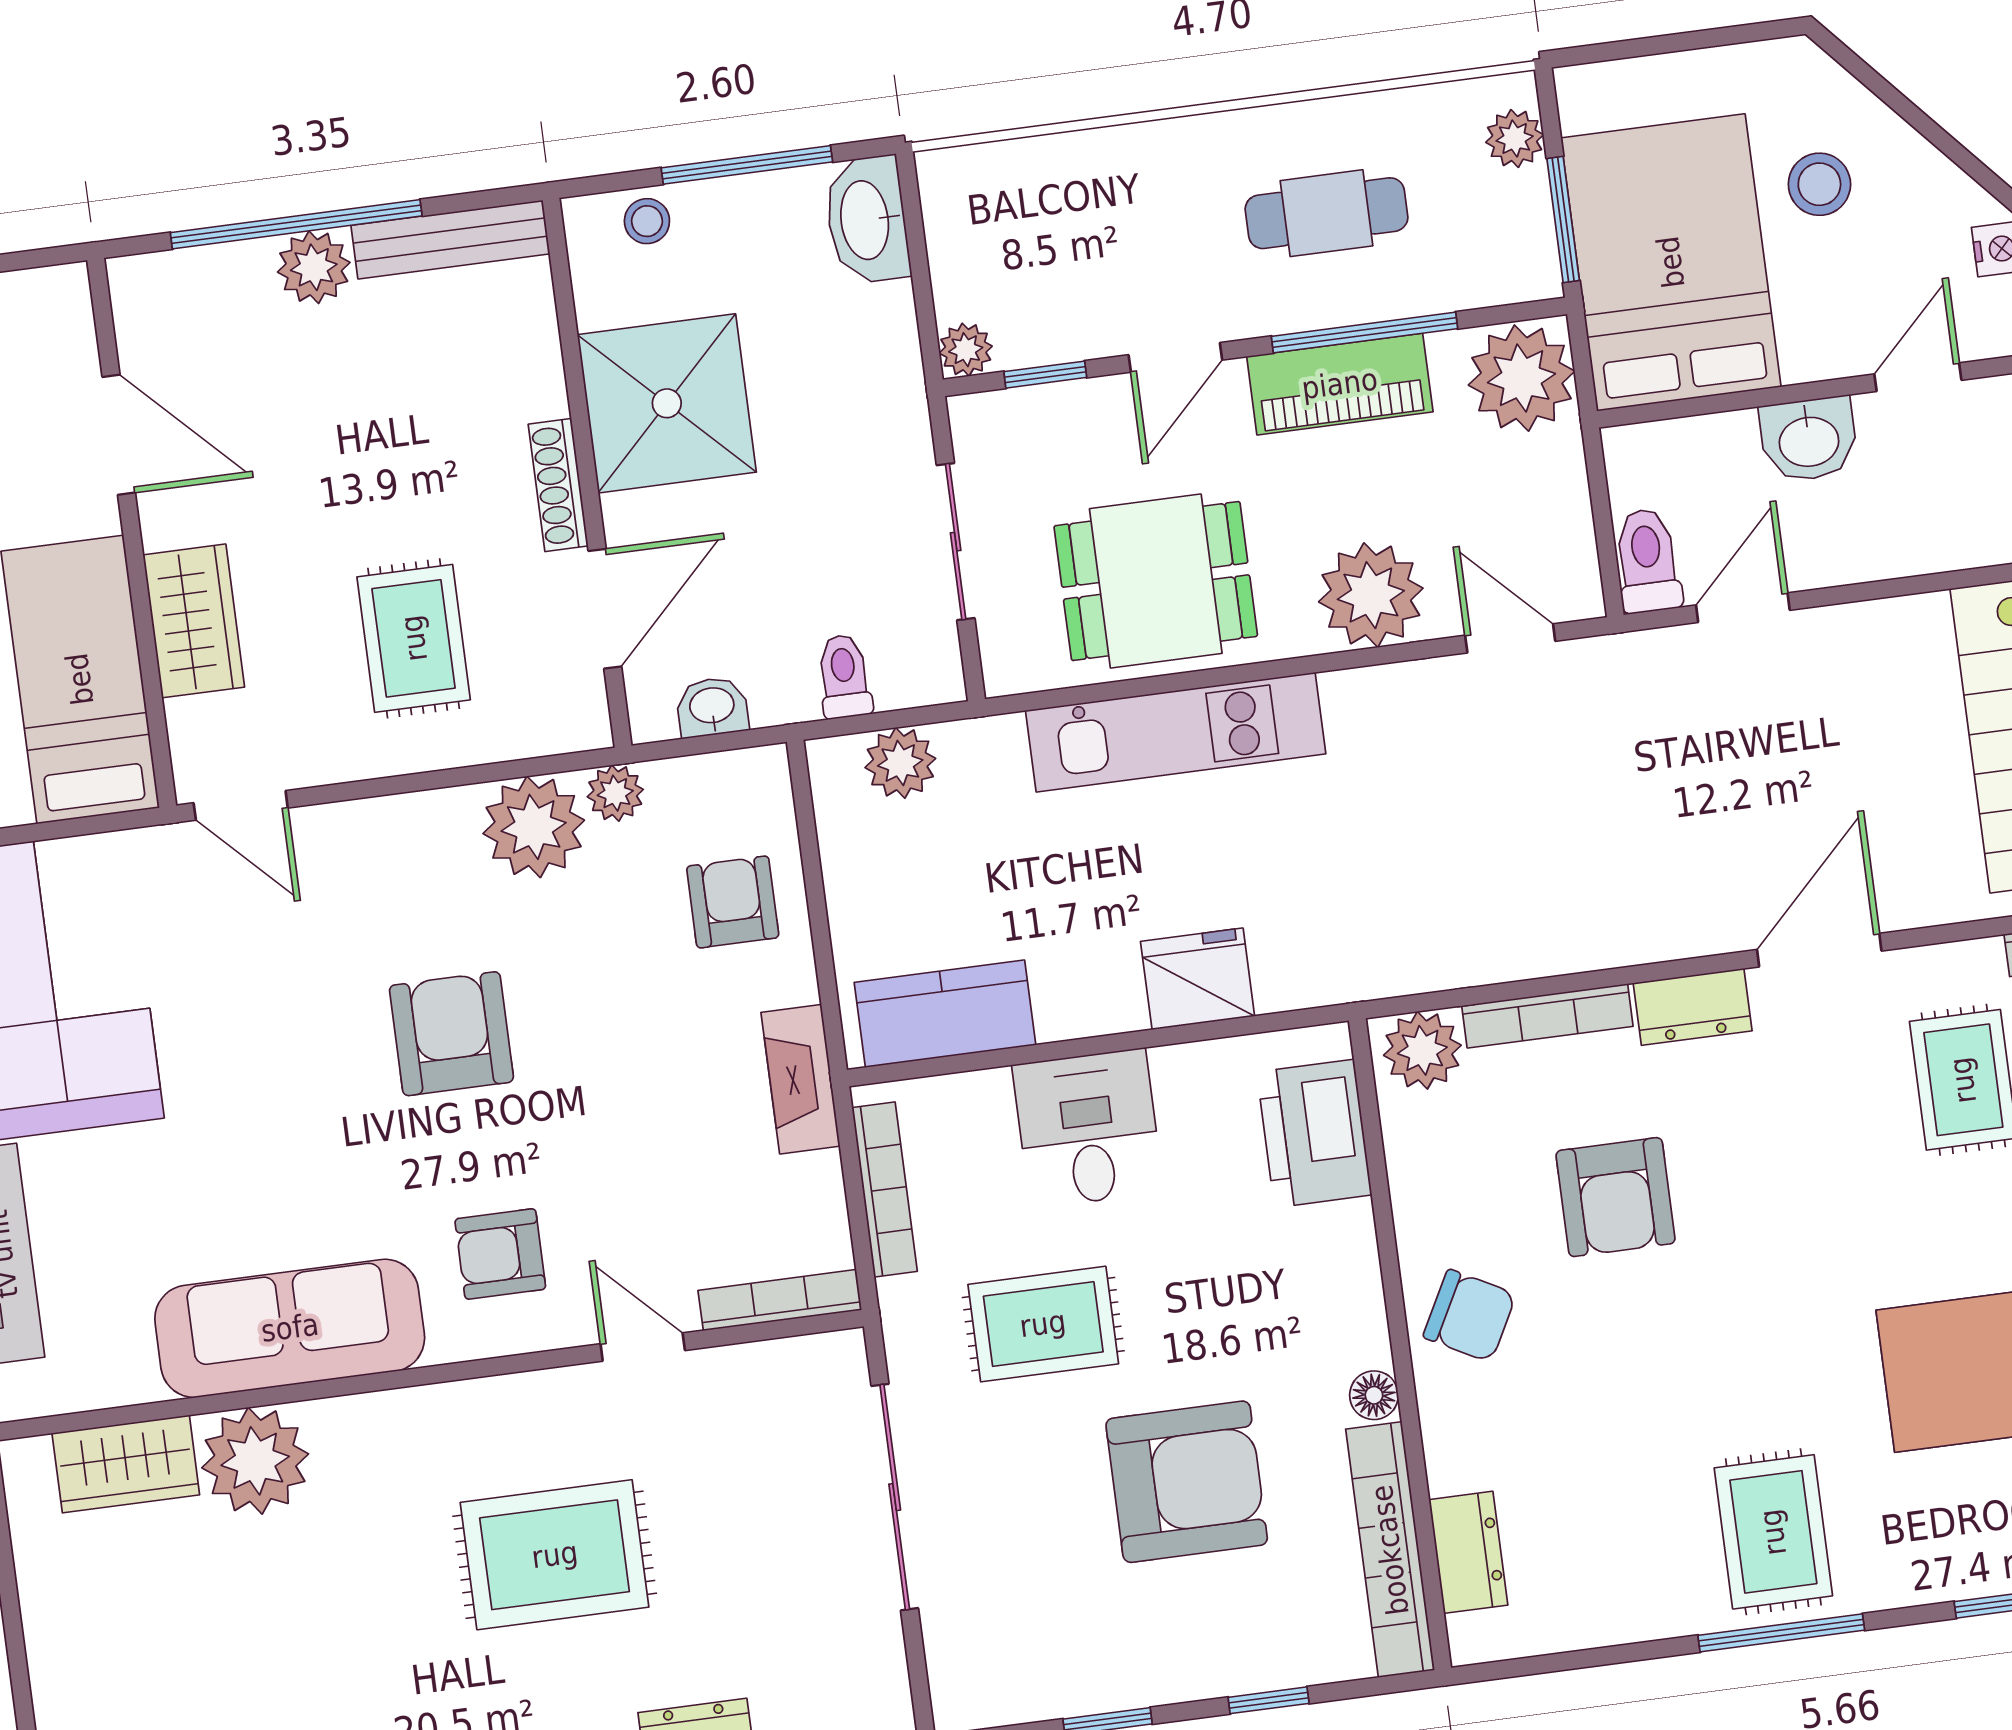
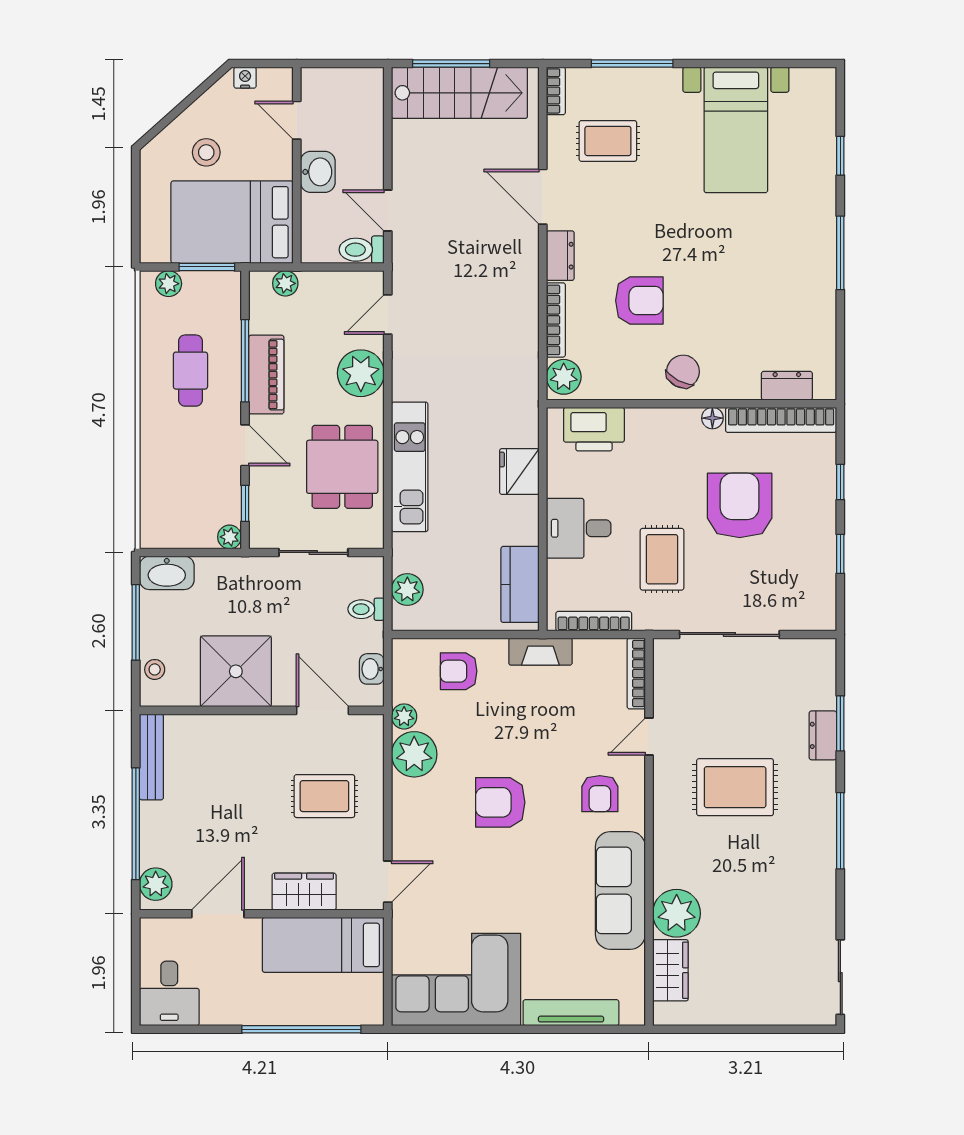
plant: (314, 267) -> (156, 884), moved
plant: (1522, 378) -> (285, 283), width x0.53, depth x0.53
shoe rack: (558, 485) -> (265, 724), removed
rug: (1773, 1532) -> (795, 251), removed
rug: (555, 1555) -> (735, 787), turned 90

